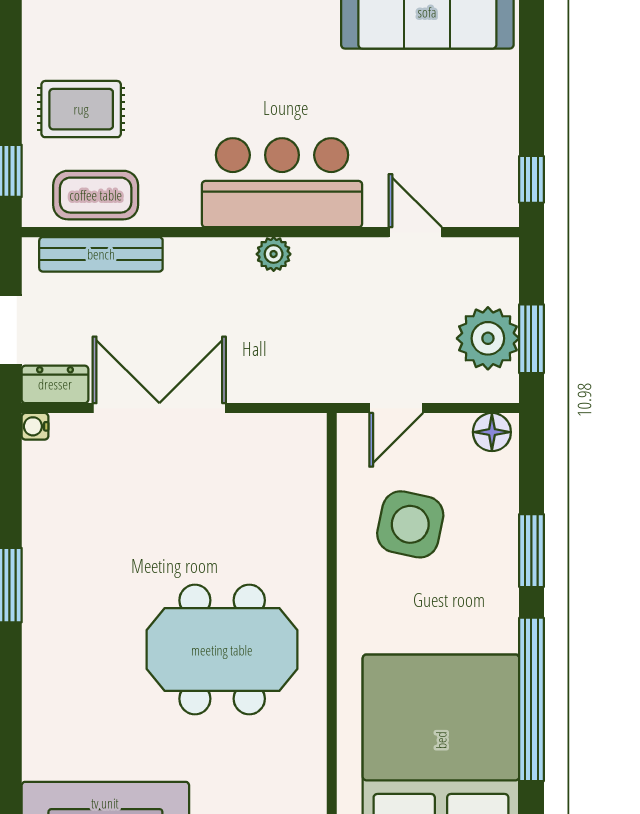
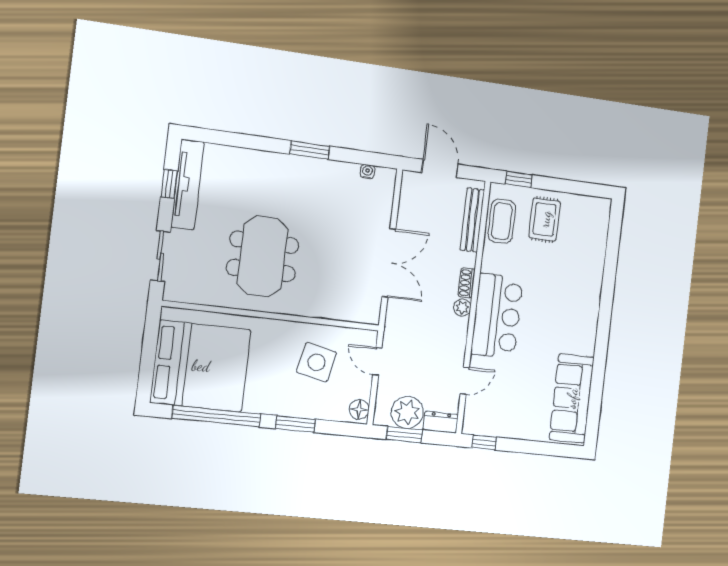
shoe rack: (225, 251) -> (467, 283), added
dresser: (55, 384) -> (441, 422), moved, turned -90
double door: (159, 408) -> (389, 263), moved
water cooler: (35, 426) -> (367, 172), moved

